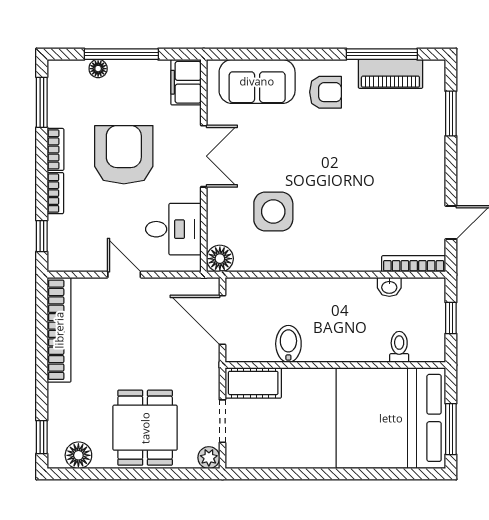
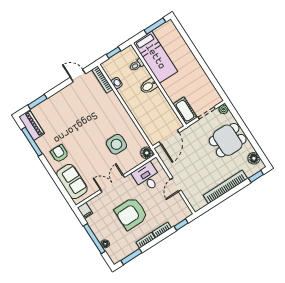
piano: (390, 74) -> (32, 125), moved
filing cabinet: (186, 82) -> (85, 211), width x0.50
bookcase: (59, 330) -> (225, 187), moved
bidet: (288, 344) -> (149, 86), moved
bed: (391, 418) -> (155, 57), width x0.49

